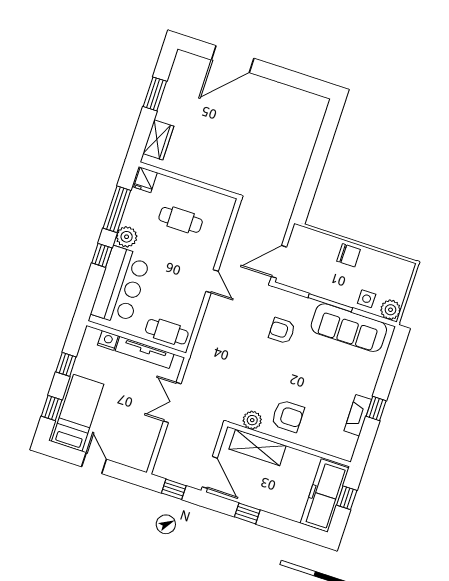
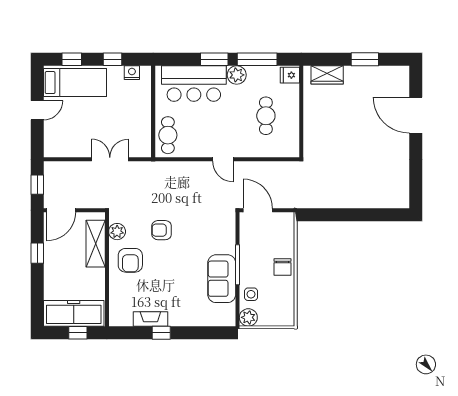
window: (102, 255) -> (214, 59), width x1.50
door: (212, 281) -> (223, 159), hinge flipped
sofa: (349, 328) -> (222, 279), width x0.73
armchair: (282, 331) -> (162, 230), moved, turned -90
nightstand: (108, 340) -> (132, 73), moved, turned -90
tv unit: (145, 352) -> (144, 122), removed

